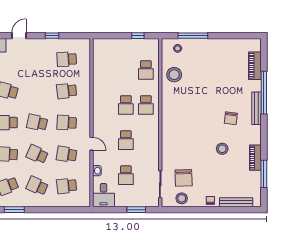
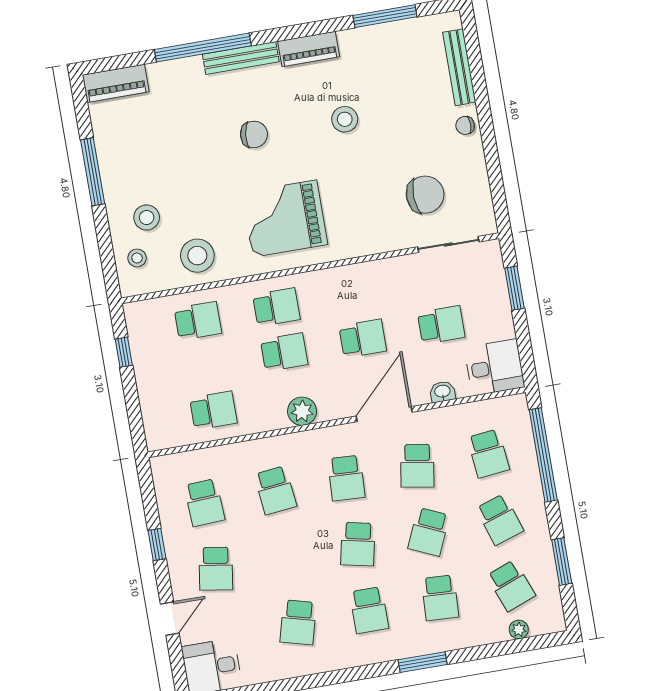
door: (19, 36) -> (170, 619), swing flipped
window: (193, 36) -> (93, 172), moved
school desk: (37, 59) -> (216, 569), added
piano: (255, 66) -> (116, 83), moved
school desk: (106, 70) -> (213, 411), added
plant: (99, 108) -> (302, 411), added
grand piano: (184, 115) -> (285, 219), added
chair: (231, 118) -> (254, 134), moved
door: (91, 144) -> (384, 414), width x1.87
piano: (255, 158) -> (309, 49), moved
school desk: (37, 186) -> (500, 520), turned -42
stool: (182, 198) -> (147, 217), moved
window: (62, 210) -> (543, 455), added

